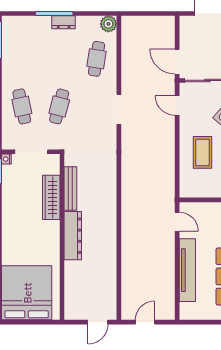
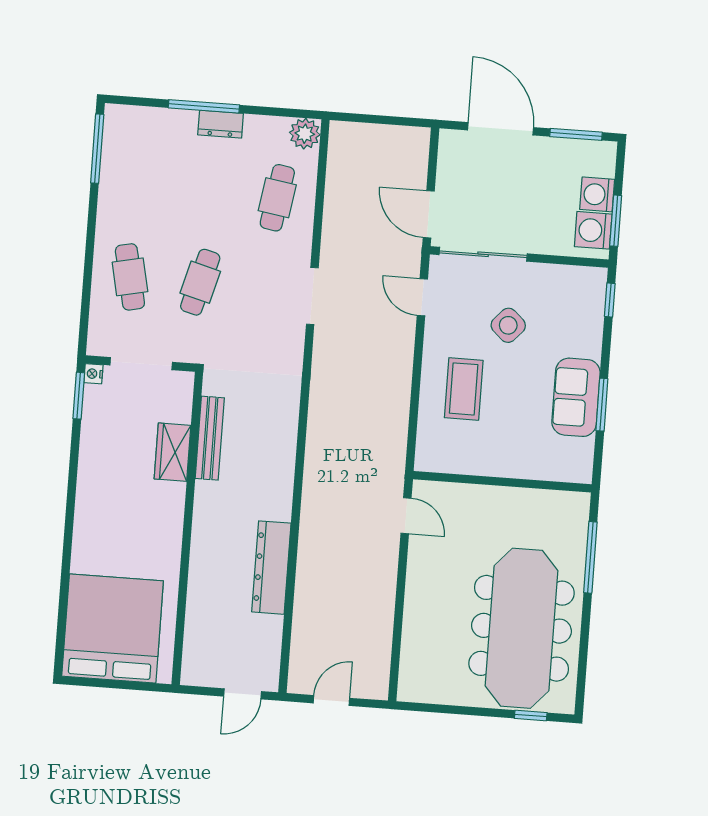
wardrobe: (51, 197) -> (173, 452), width x0.67
dresser: (73, 236) -> (271, 568), moved, turned 180
tv unit: (187, 270) -> (418, 609), removed

